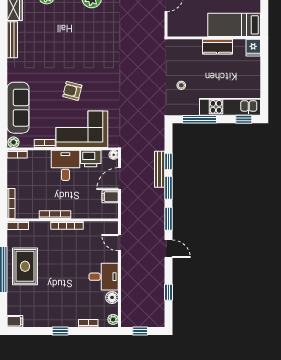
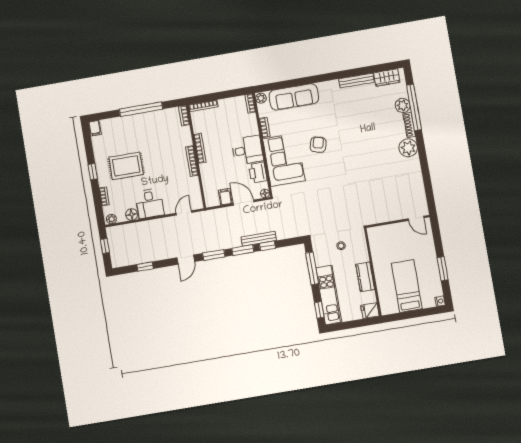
wall: (214, 38) -> (373, 272), moved
kitchen counter: (218, 47) -> (365, 277), moved
fridge: (253, 48) -> (370, 311), moved
rug: (25, 266) -> (126, 166), moved

